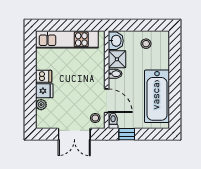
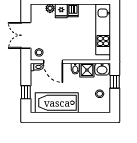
window: (131, 25) -> (115, 82), added
door: (107, 101) -> (53, 62), hinge flipped
window: (127, 134) -> (26, 92), moved

